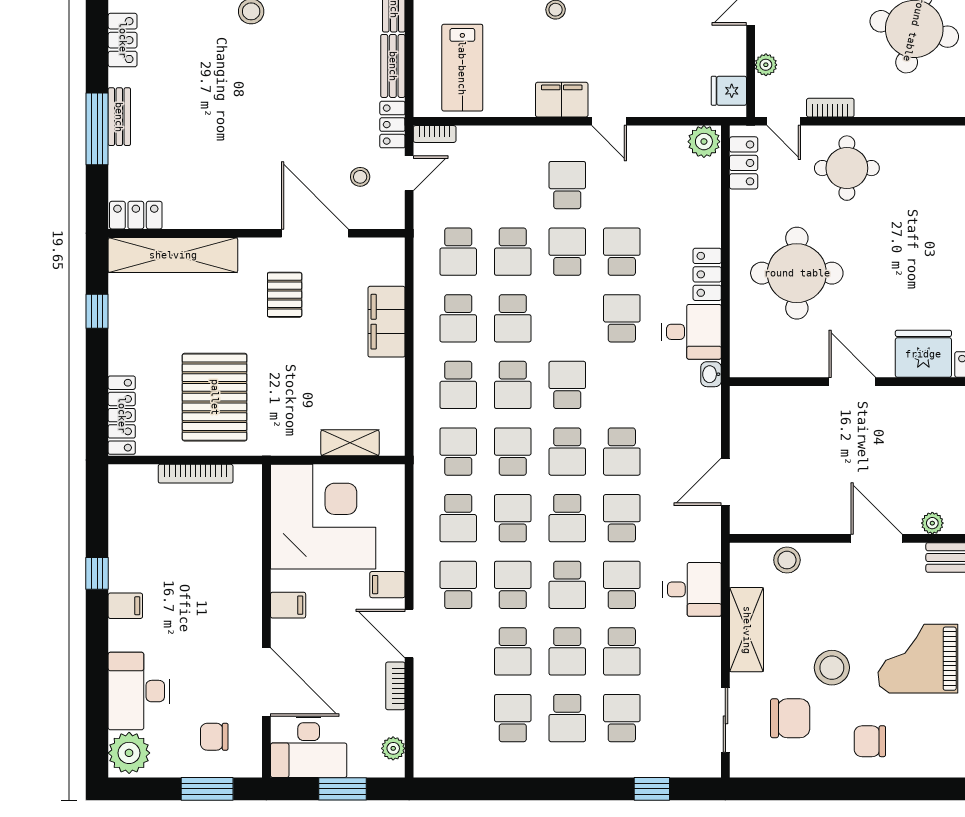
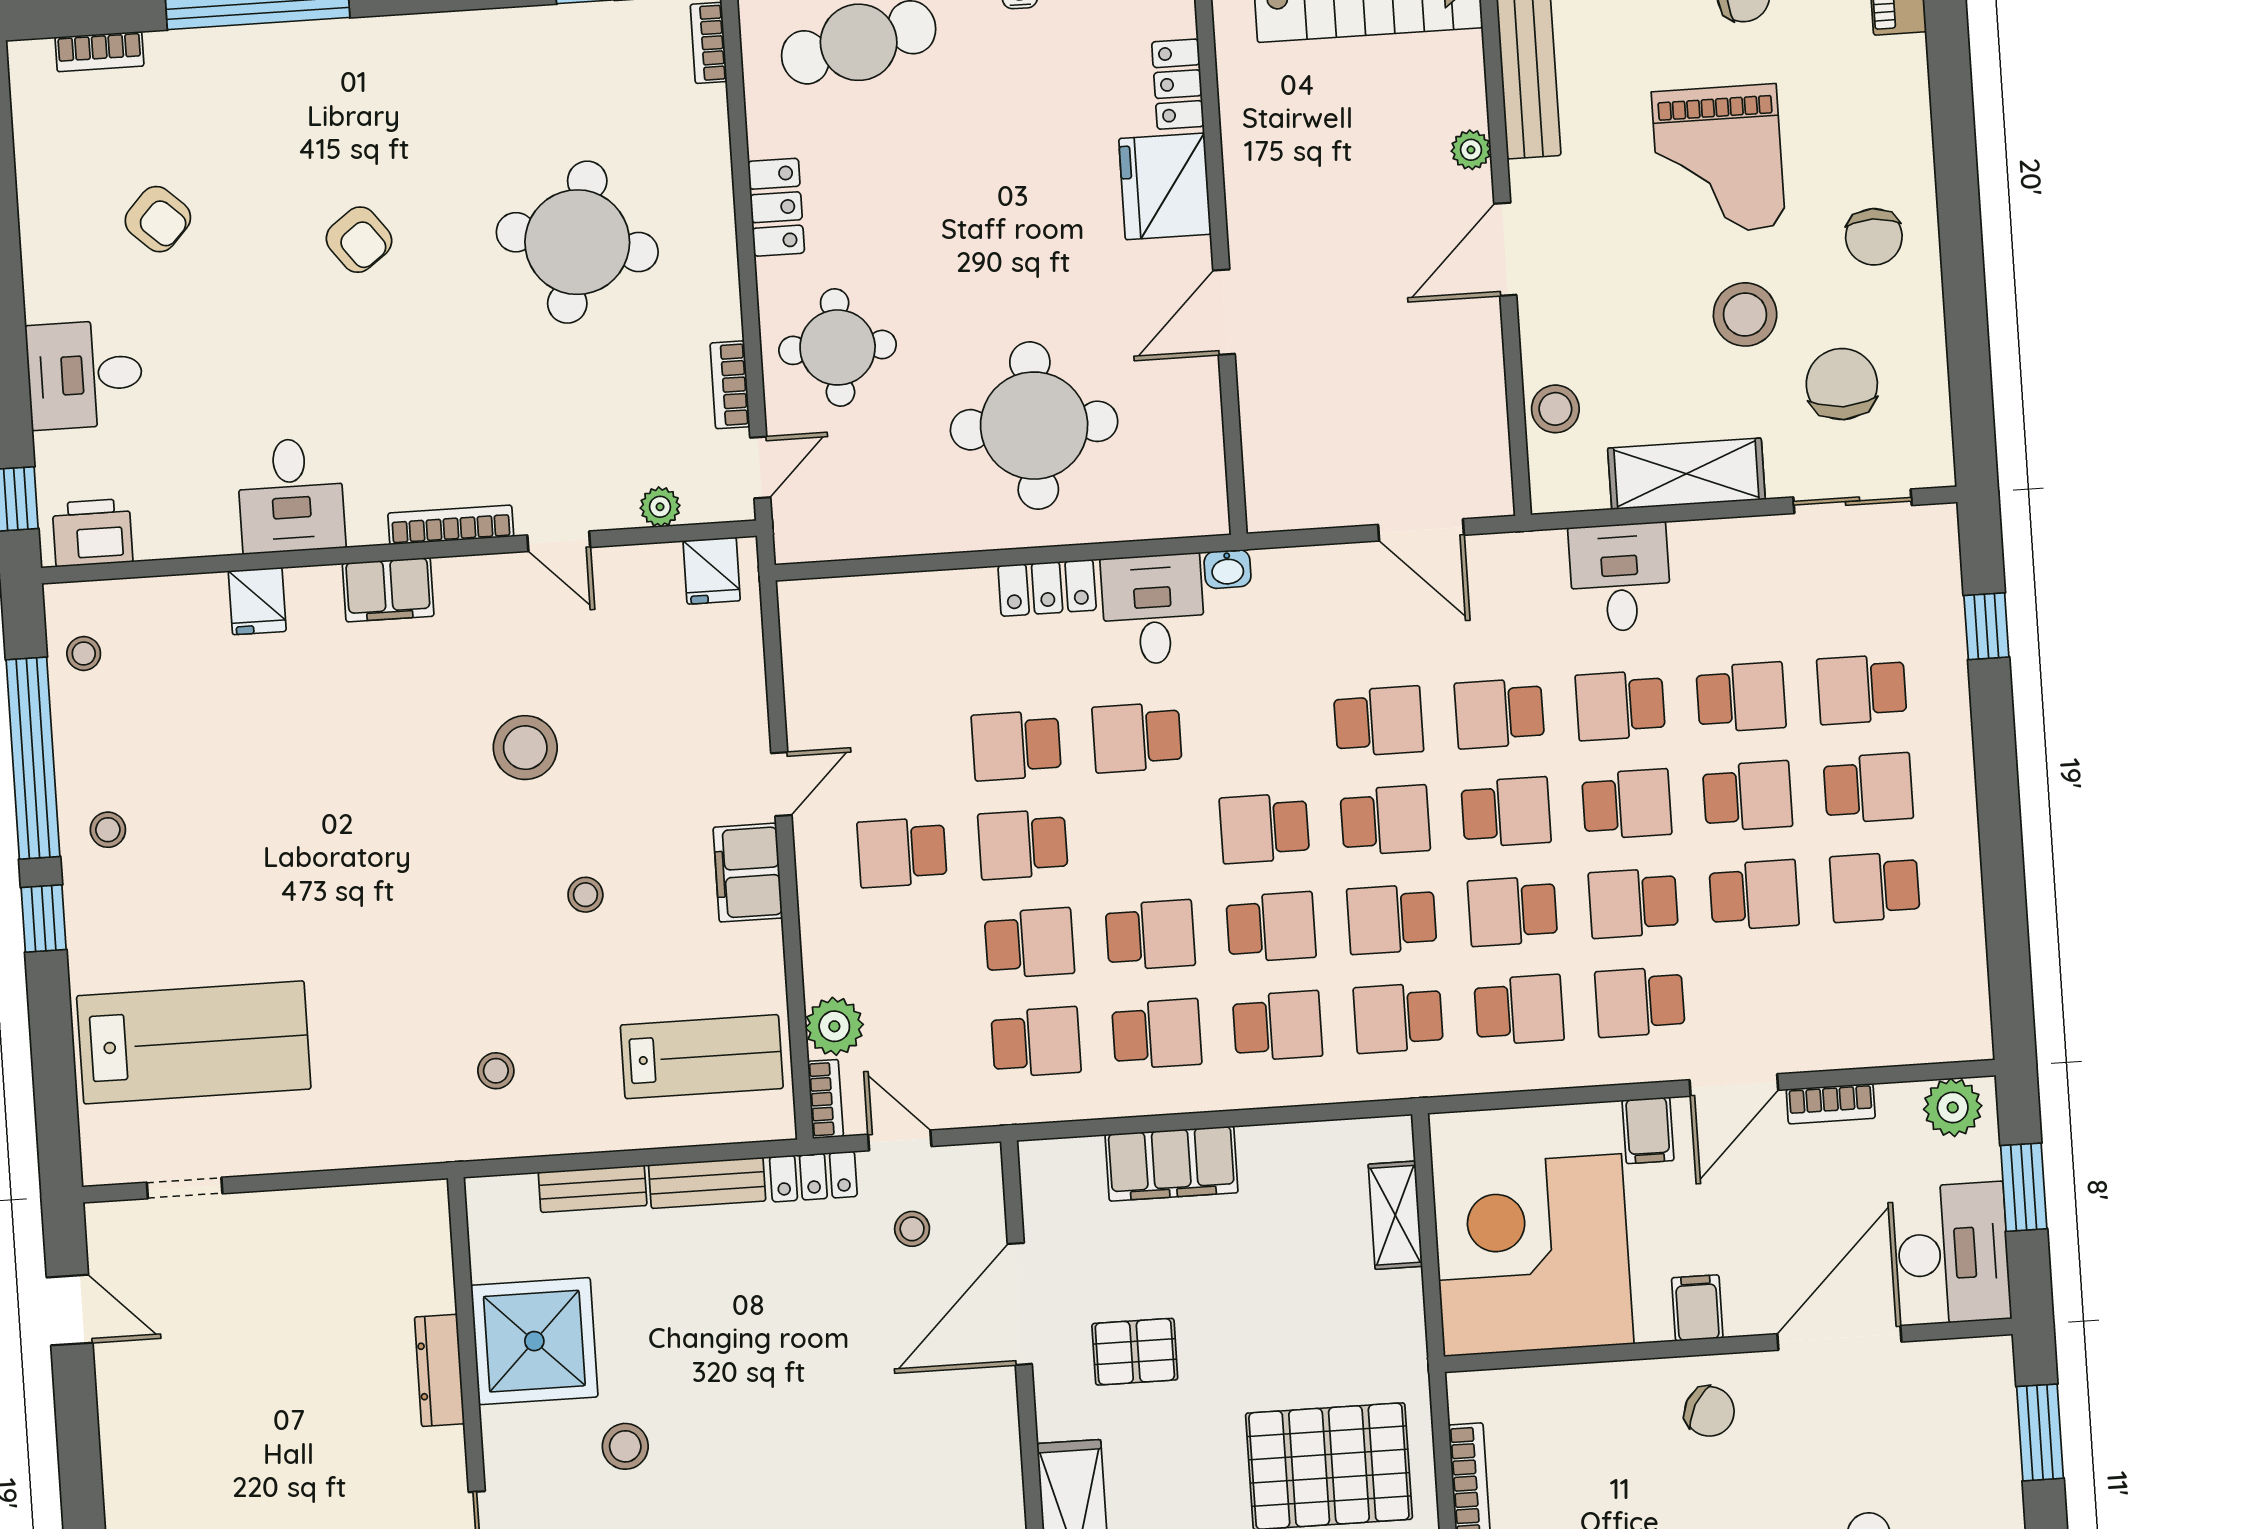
plant: (704, 142) -> (834, 1026), moved
locker: (744, 163) -> (776, 207), moved, turned 90
chair: (214, 737) -> (1709, 1411), moved, turned -61
plant: (393, 748) -> (1953, 1107), width x1.38, depth x1.38

